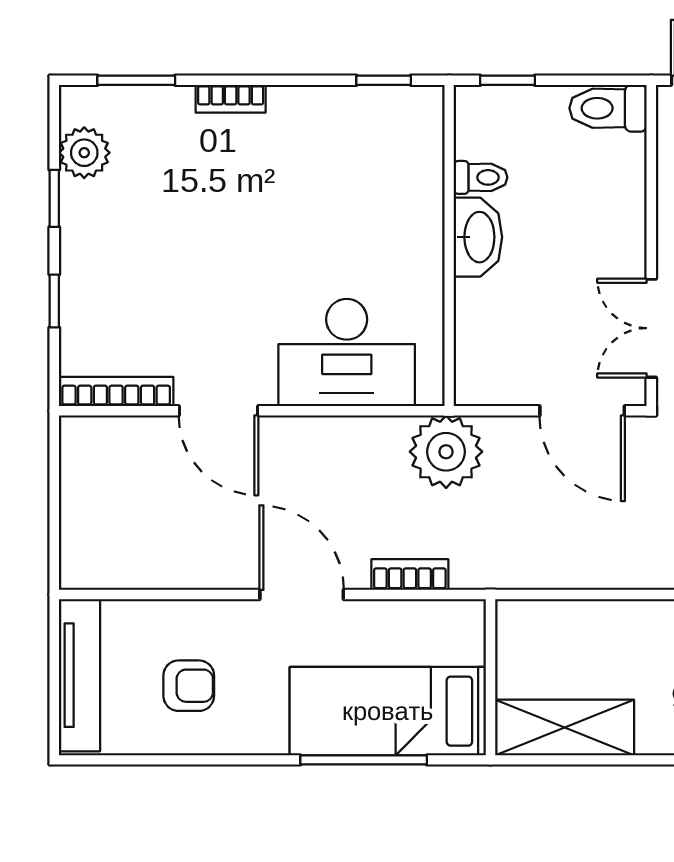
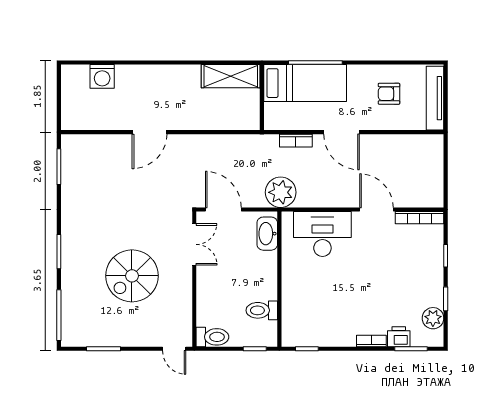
printer: (166, 109) -> (399, 337), added
toilet: (481, 177) -> (262, 310), width x1.37, depth x1.39
washbasin: (478, 237) -> (267, 234), moved

